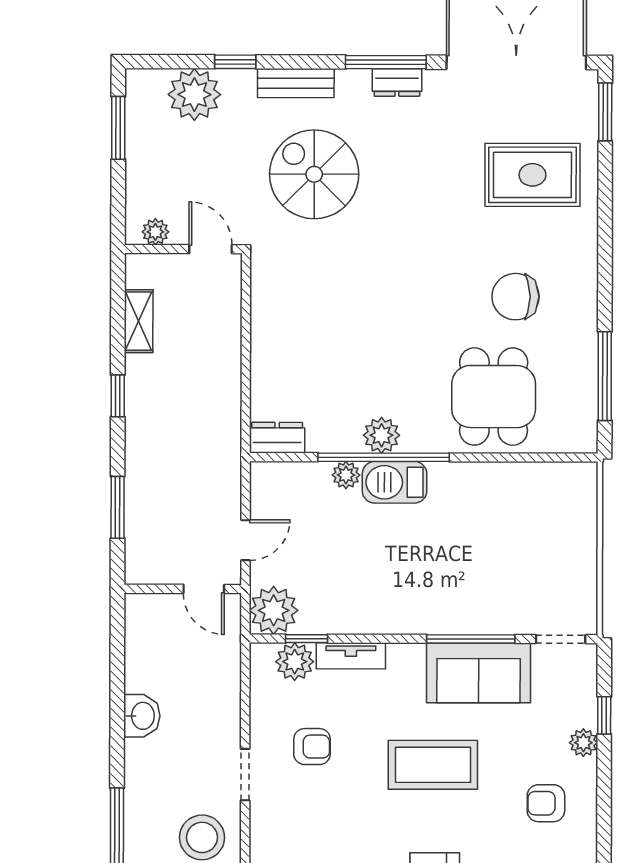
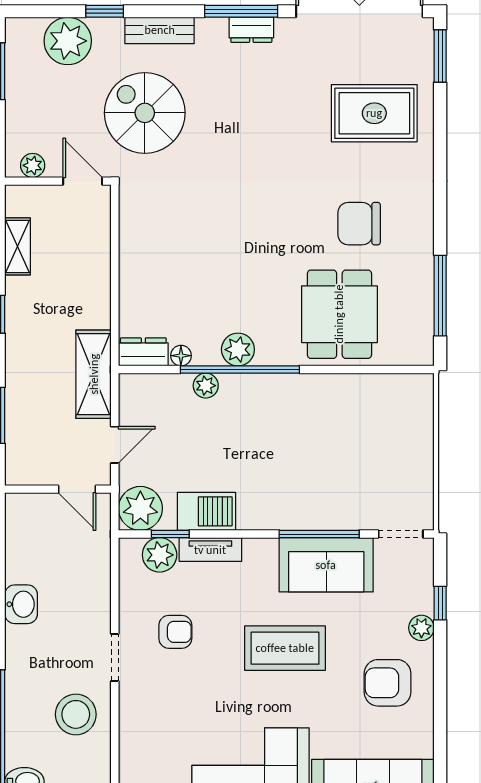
spiral stairs: (314, 174) -> (145, 113), moved
floor lamp: (319, 442) -> (181, 356), added
shelving: (222, 462) -> (94, 374), added
barbecue: (395, 482) -> (206, 511), moved, turned 180
armchair: (546, 803) -> (388, 683), width x1.38, depth x1.38

